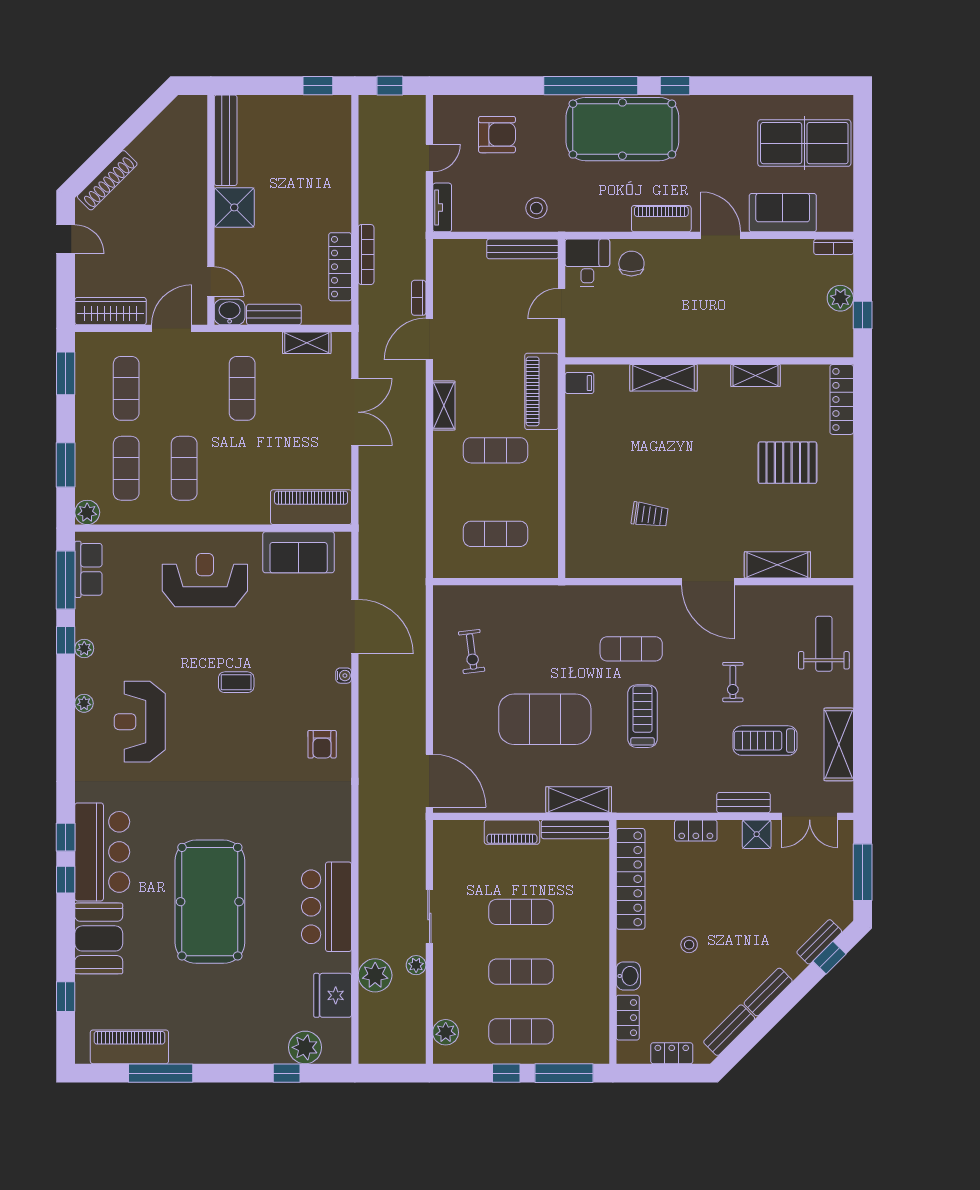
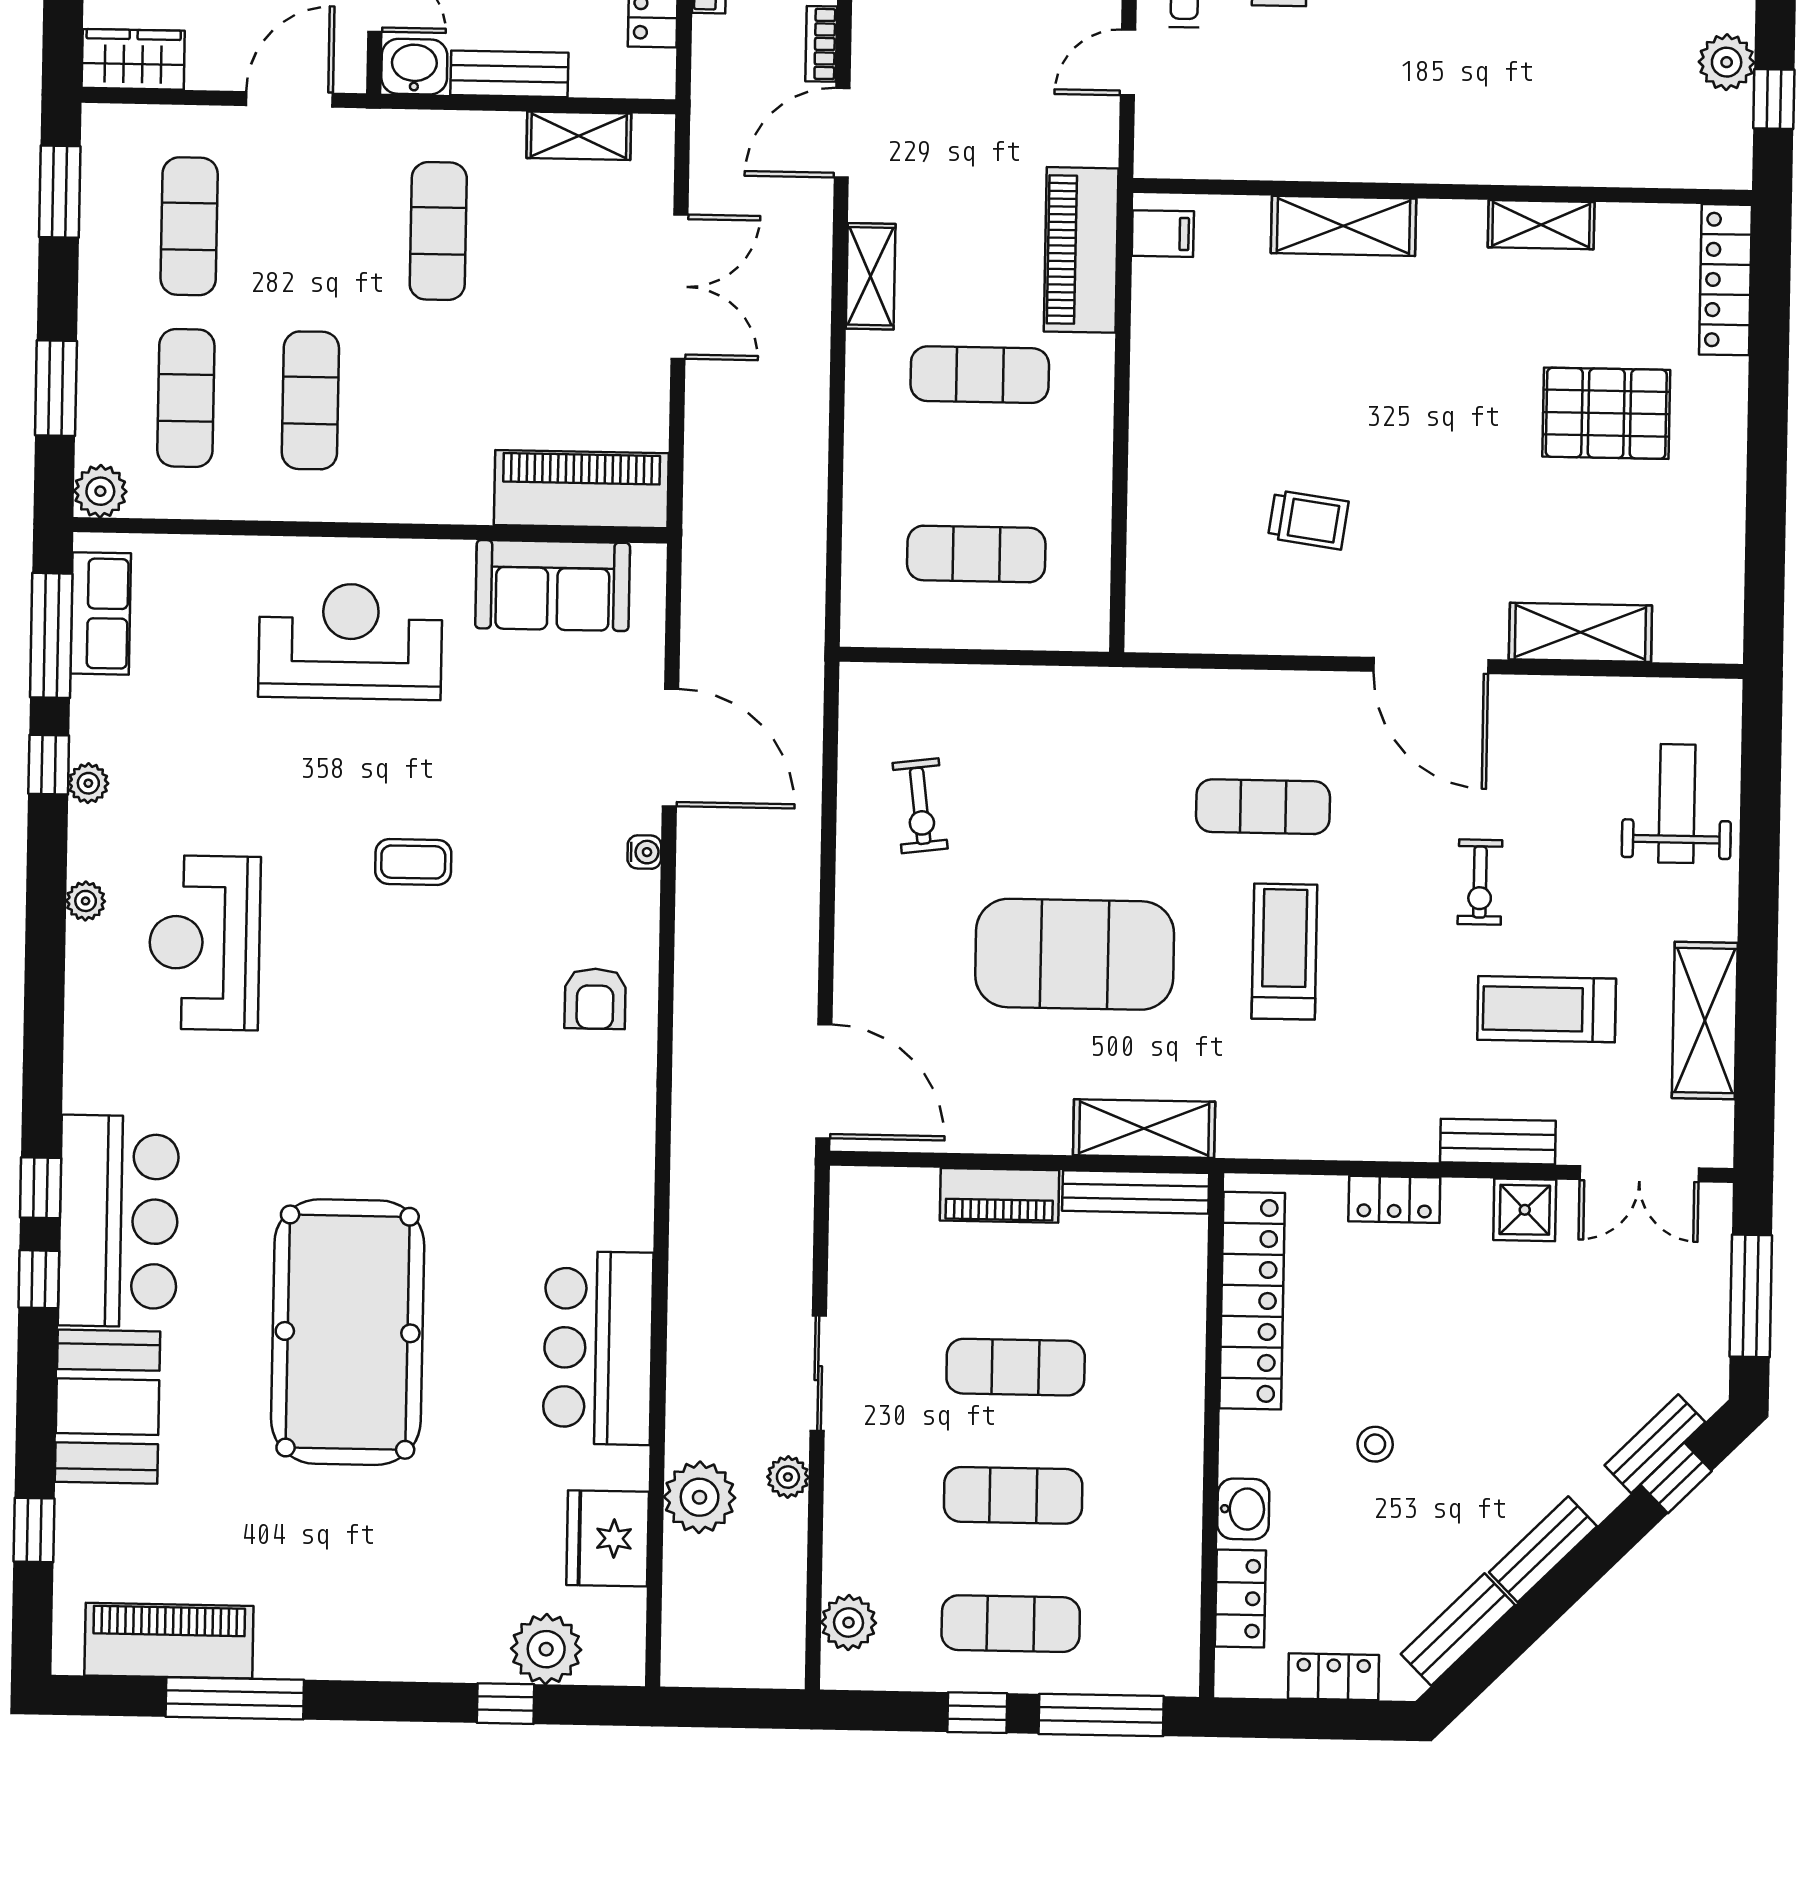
wardrobe: (111, 311) -> (133, 59), width x0.67

